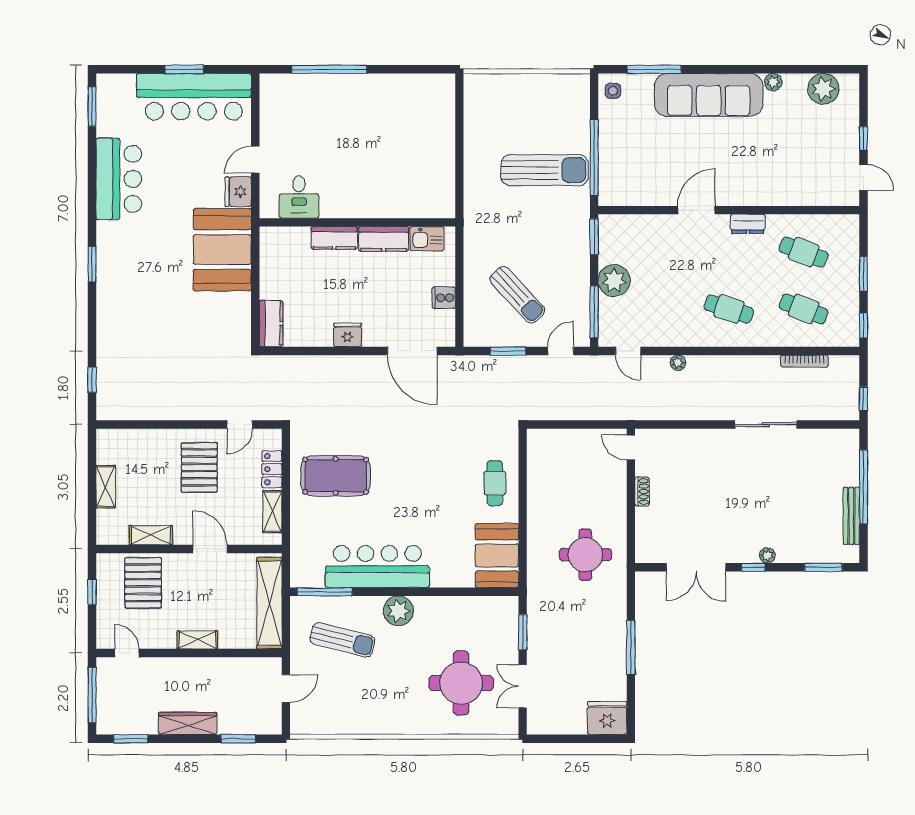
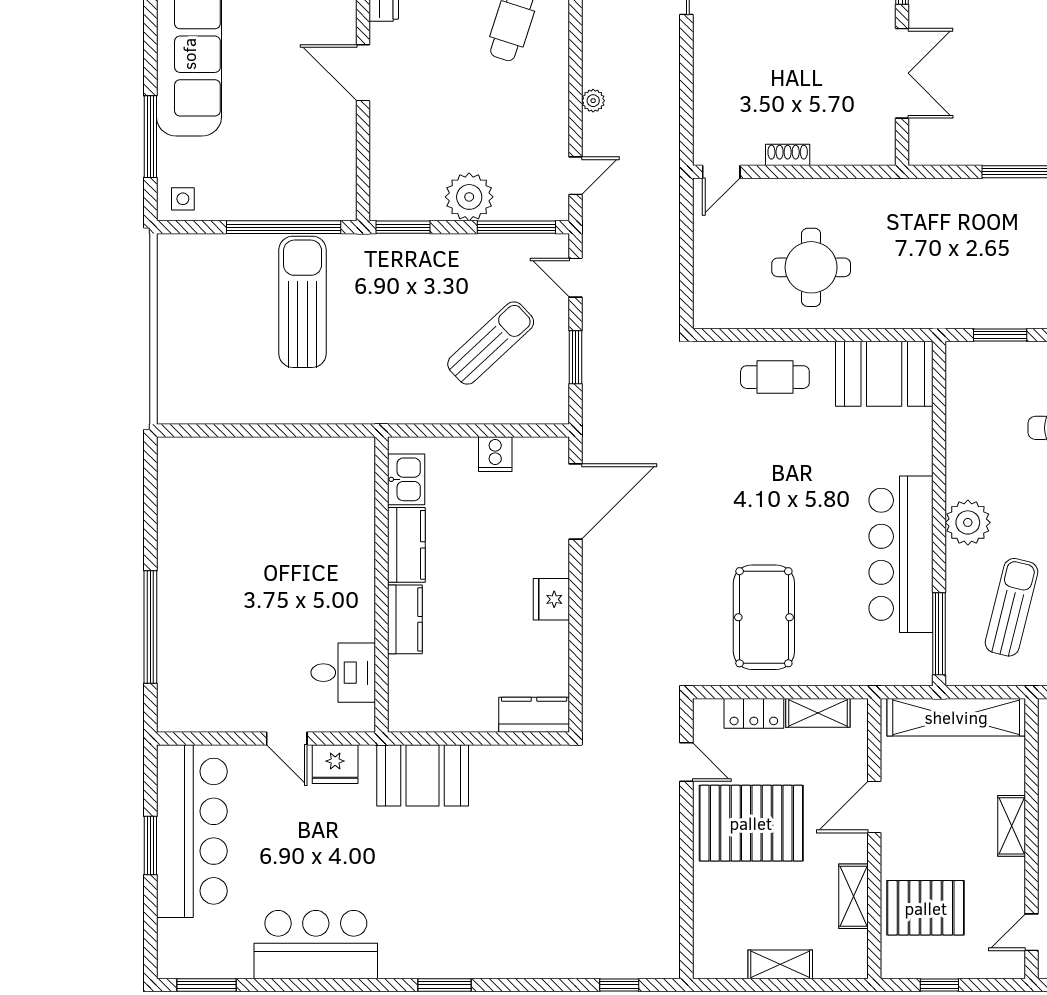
booth: (222, 250) -> (423, 775), width x0.73, depth x0.70
pallet: (199, 467) -> (751, 823), width x1.37, depth x1.41
round table: (585, 555) -> (811, 267), moved

